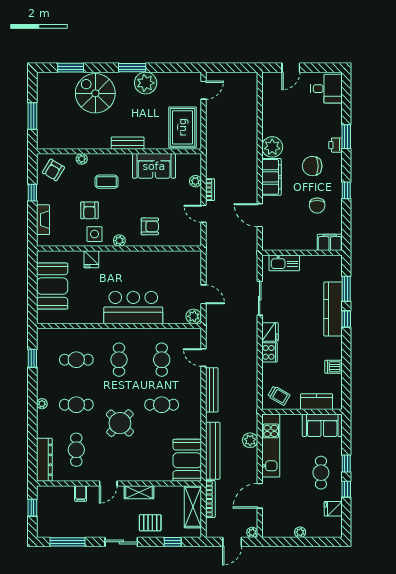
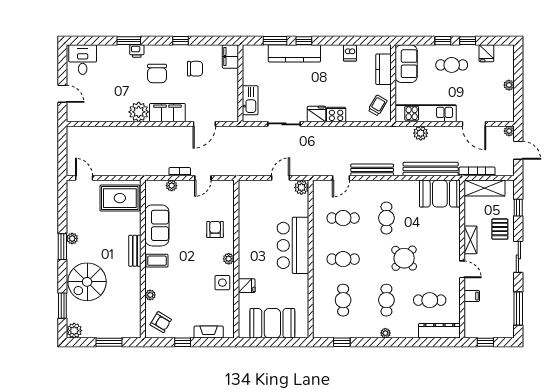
plant: (45, 80) -> (74, 331), added
plant: (146, 83) -> (72, 238), width x0.53, depth x0.53
coffee table: (107, 182) -> (157, 261), moved, turned 90
armchair: (89, 210) -> (200, 288), removed

